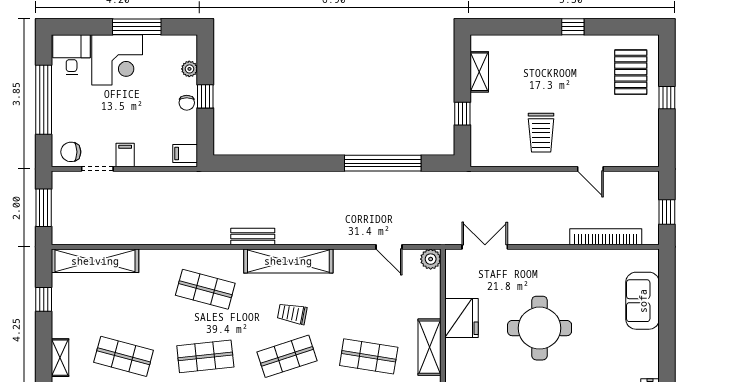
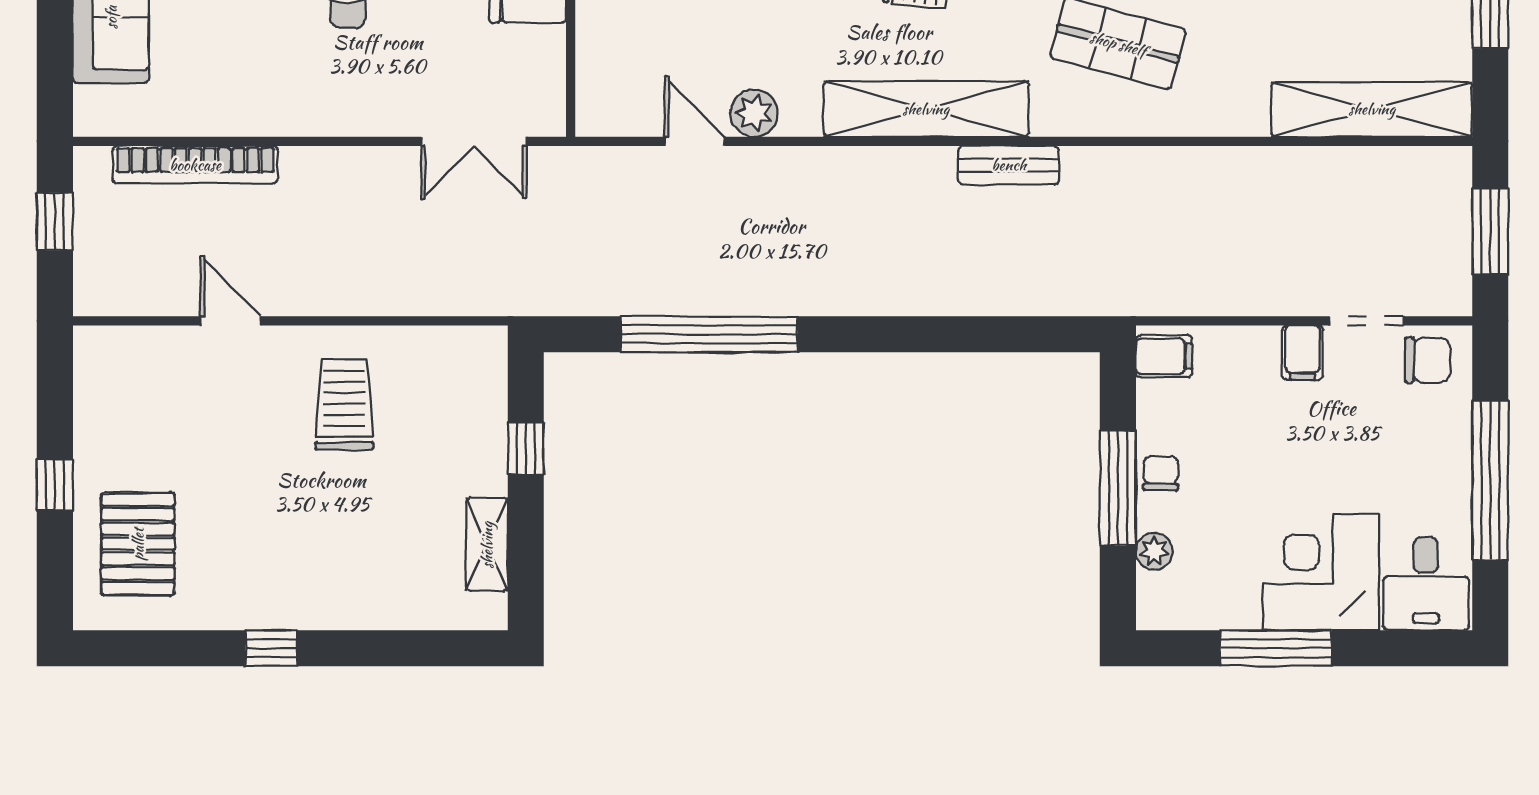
window: (205, 96) -> (1118, 488), width x2.17
plant: (431, 259) -> (754, 113), moved

